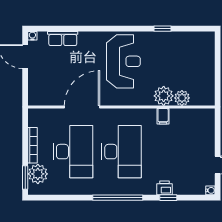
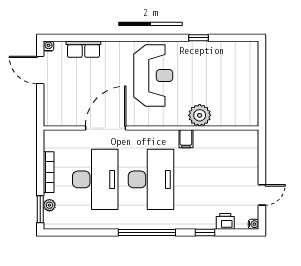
plant: (182, 98) -> (221, 118), removed
filing cabinet: (163, 116) -> (186, 139), moved
plant: (38, 174) -> (49, 205), width x0.53, depth x0.53
printer: (164, 188) -> (225, 221), moved

